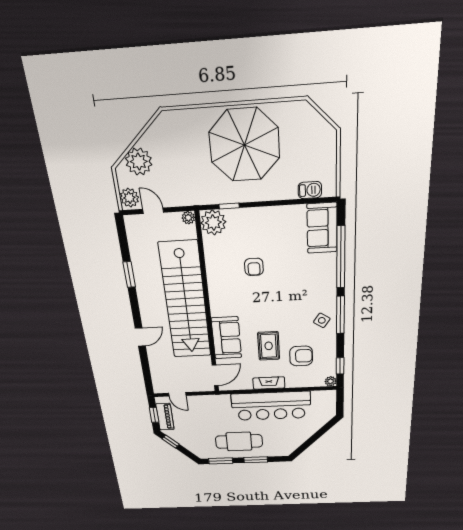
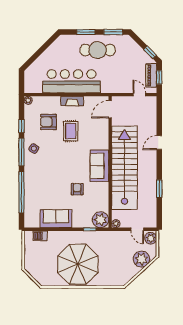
sofa: (322, 228) -> (56, 219), moved, turned -90
sofa: (226, 338) -> (99, 166), moved
window: (340, 366) -> (21, 126), moved

